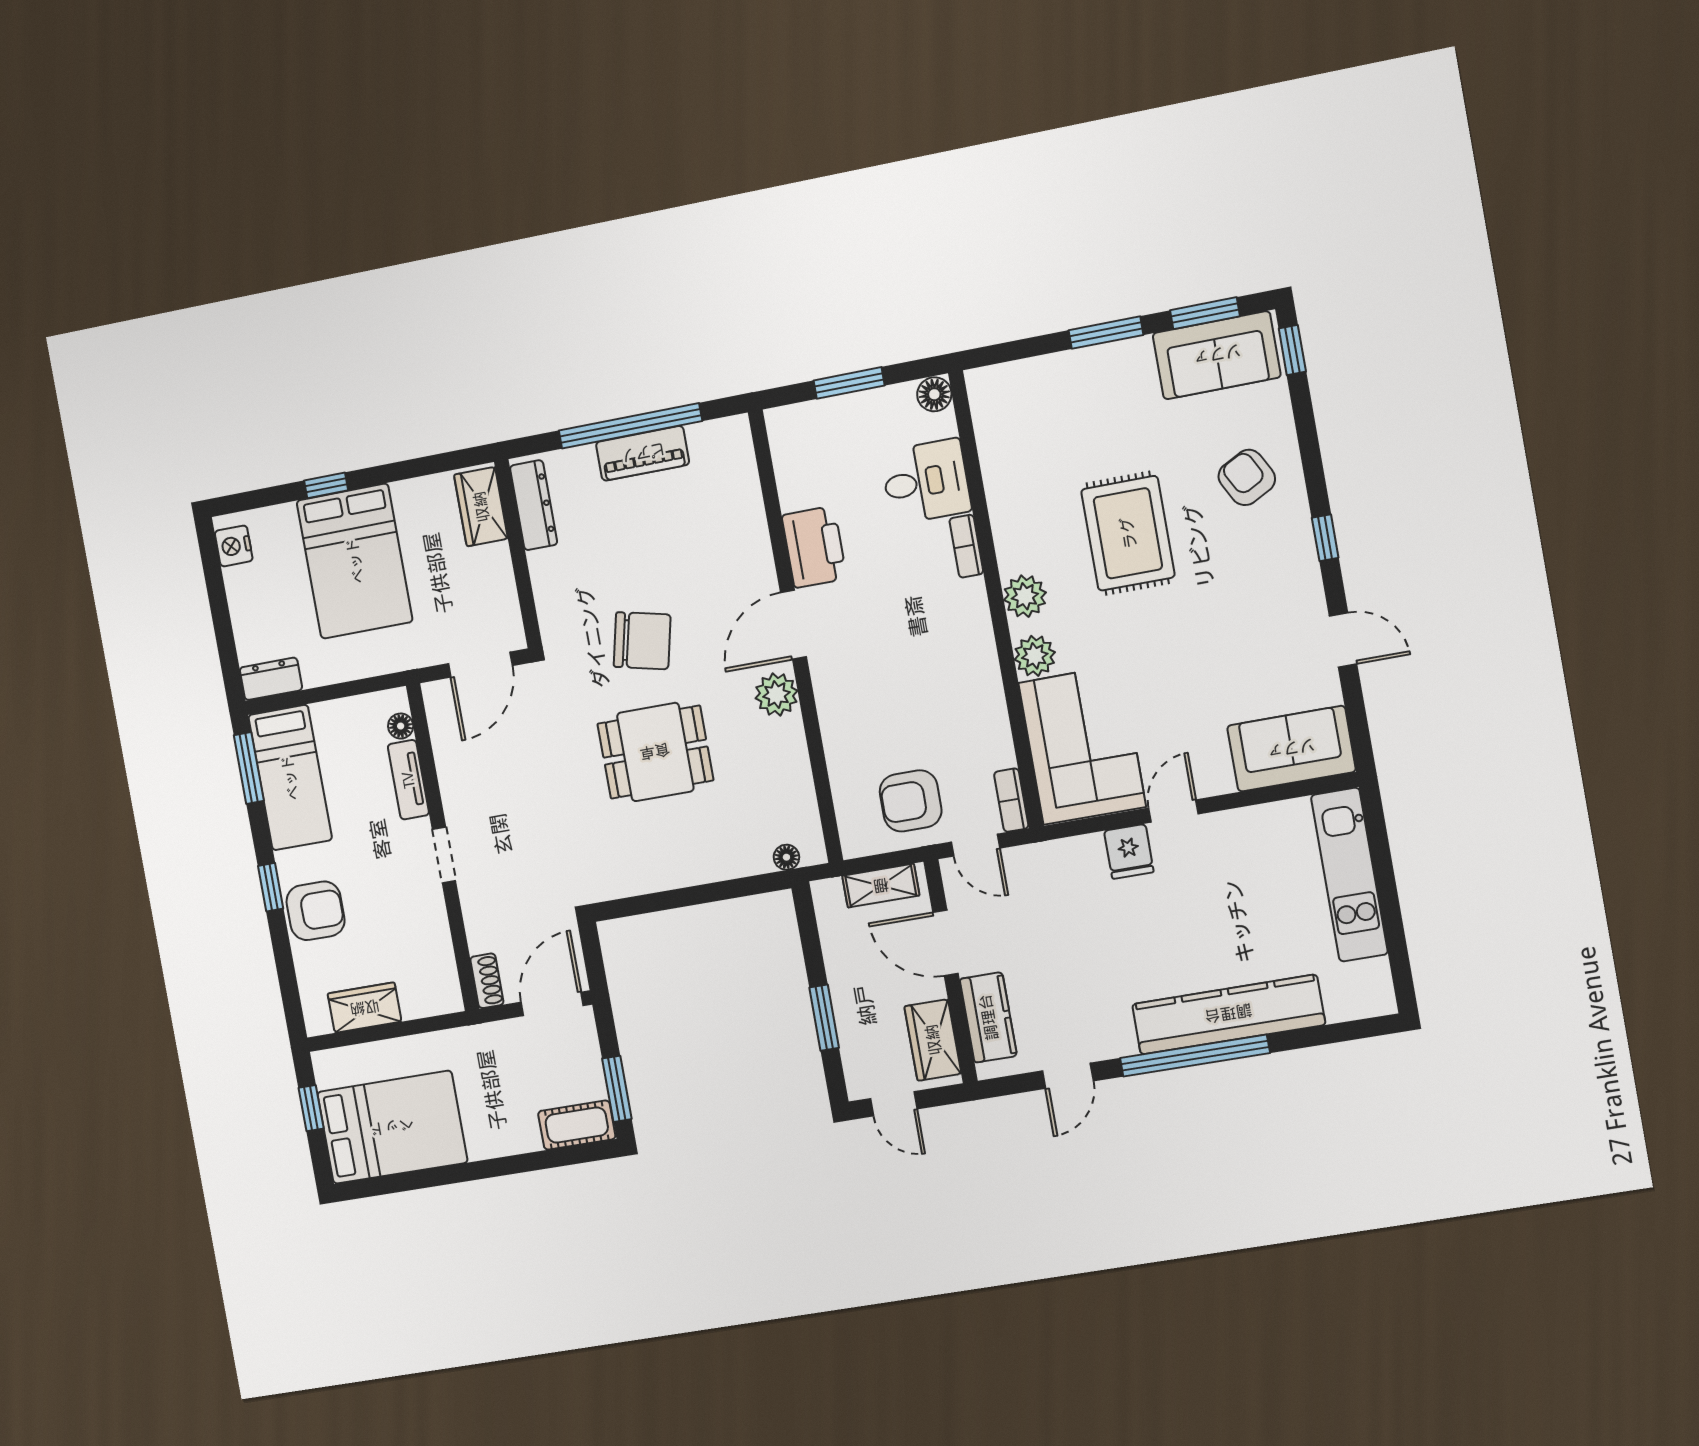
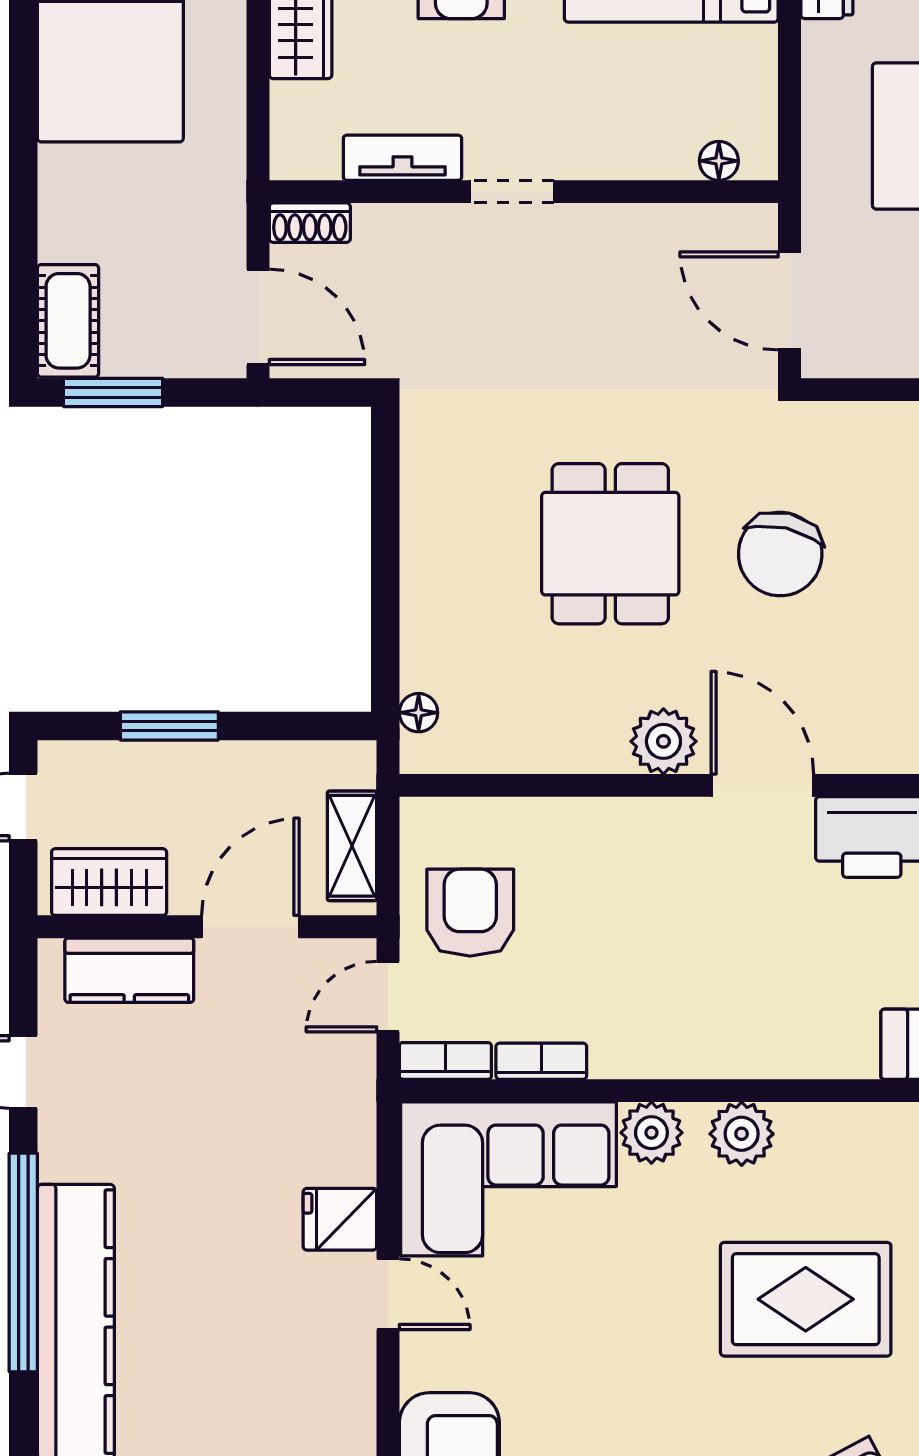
bookcase: (966, 546) -> (541, 1061), moved
tv unit: (408, 780) -> (402, 158), moved

